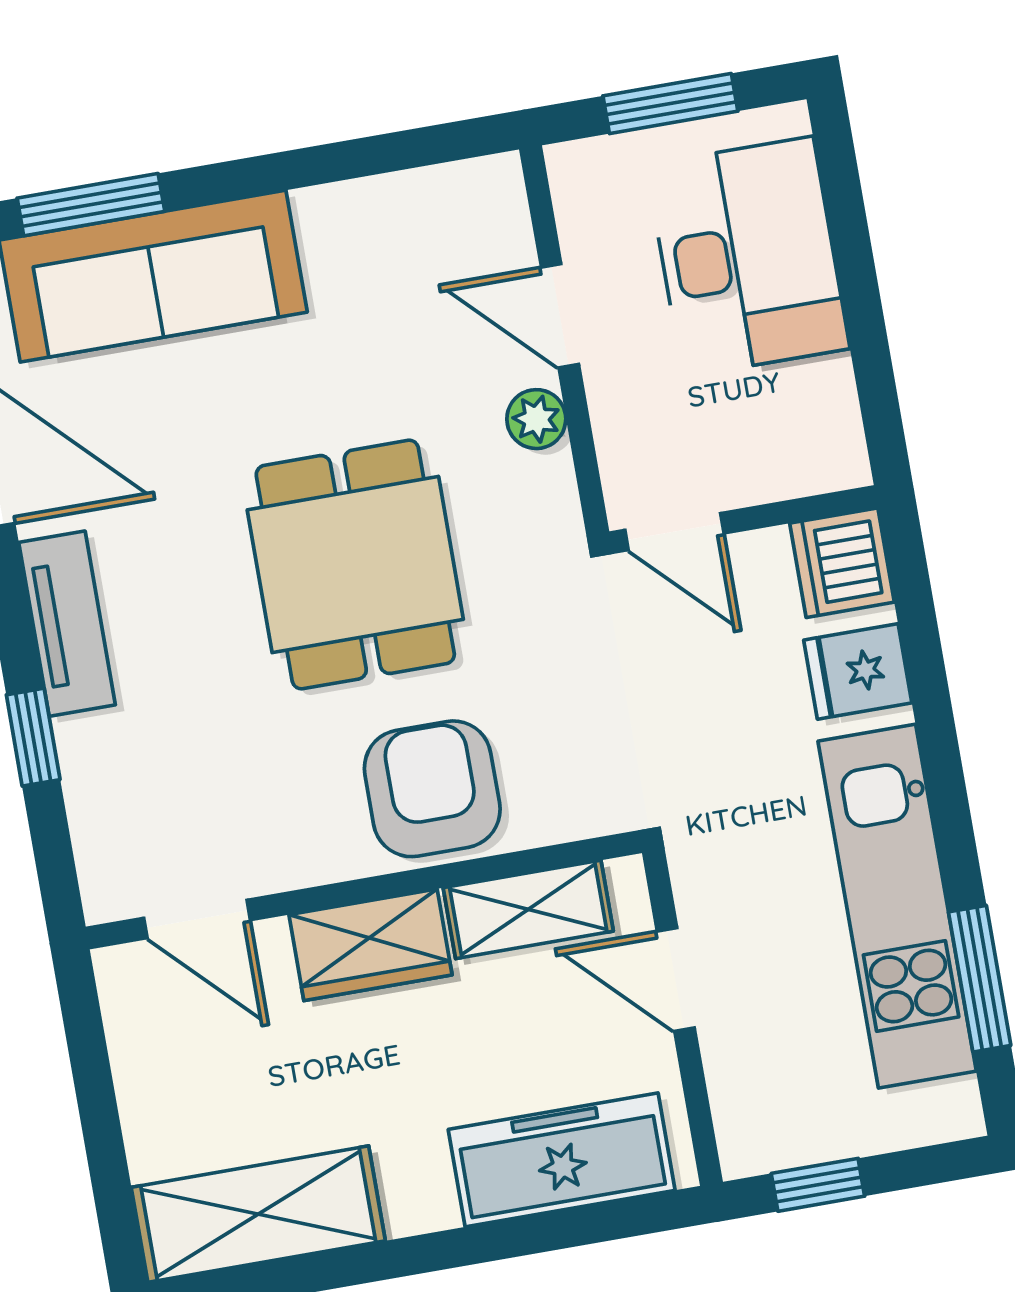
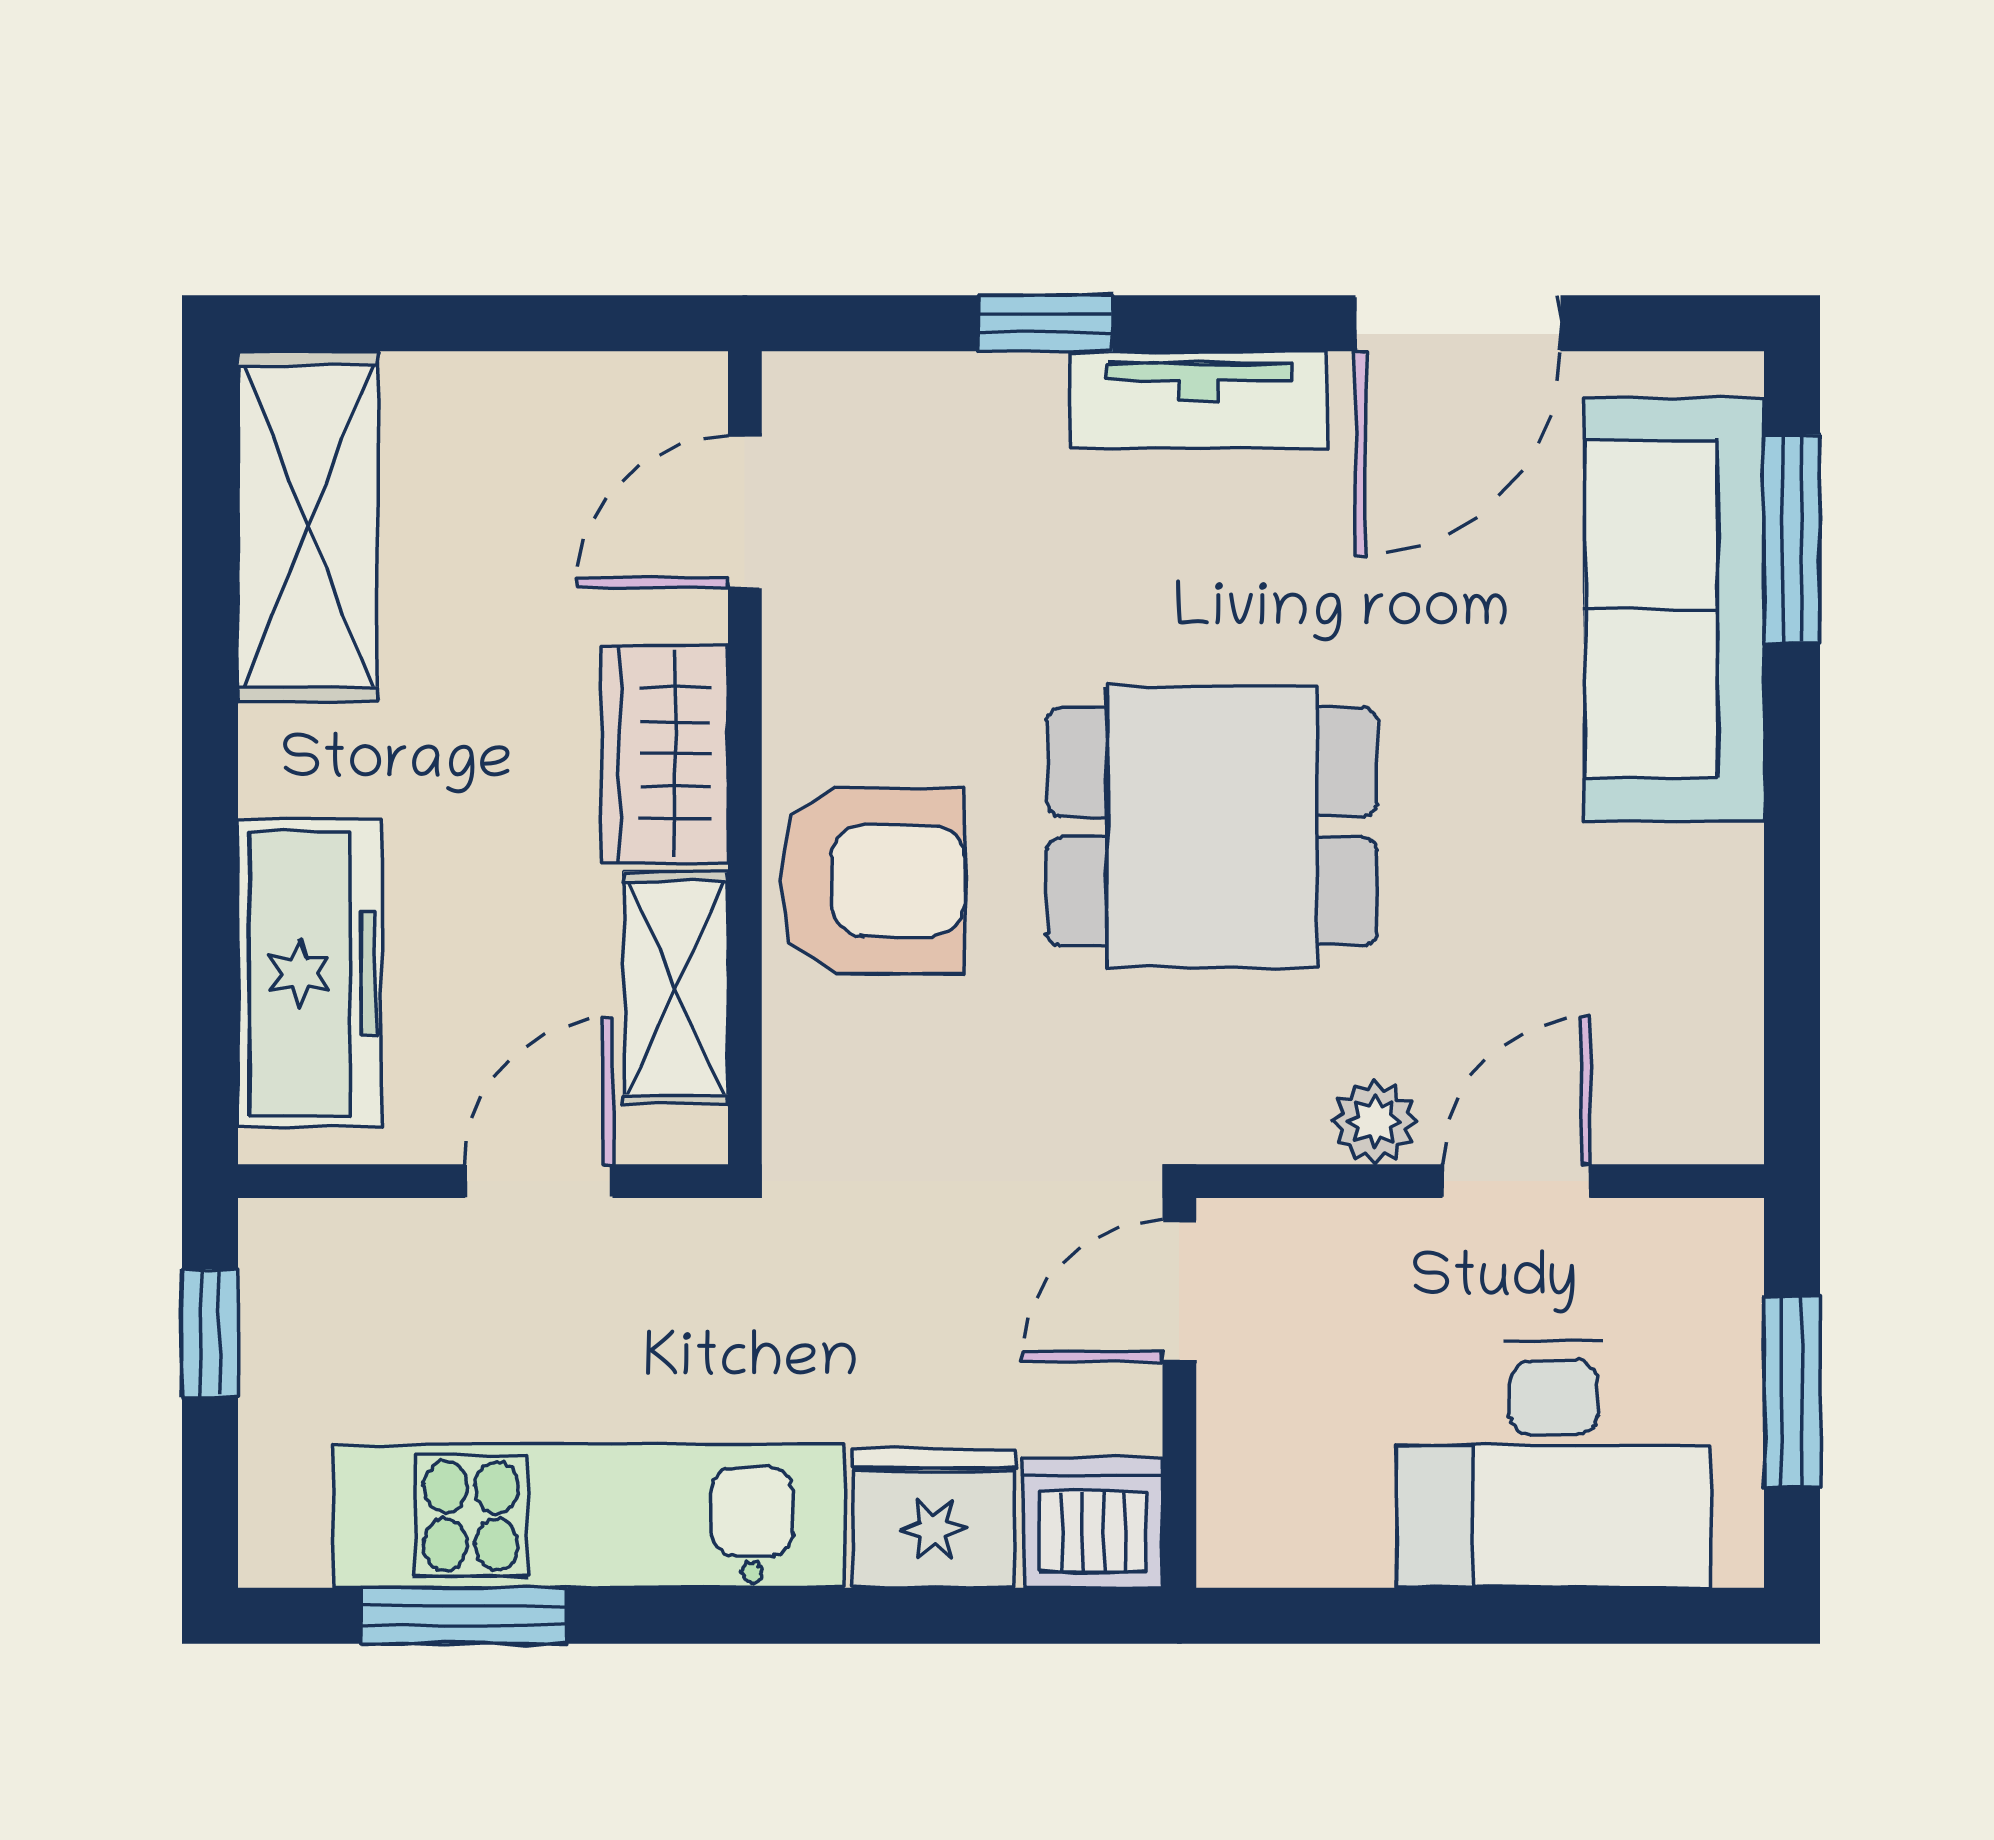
fridge: (858, 671) -> (934, 1518), width x1.38

